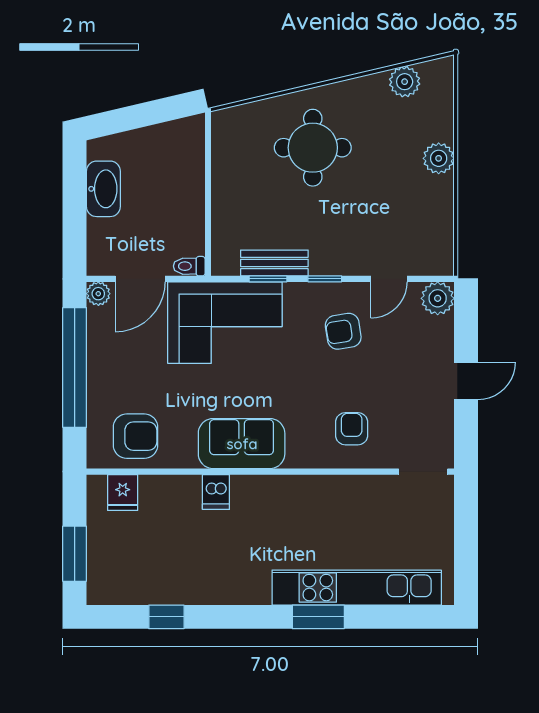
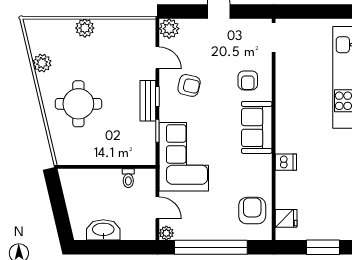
plant: (405, 82) -> (42, 63), moved
bench: (274, 263) -> (148, 101), moved
toilet: (189, 266) -> (128, 178), moved
door: (140, 279) -> (157, 208), width x0.73
armchair: (343, 331) -> (189, 85), turned -68
armchair: (352, 429) -> (248, 80), turned -90
sofa: (242, 444) -> (257, 127), moved

